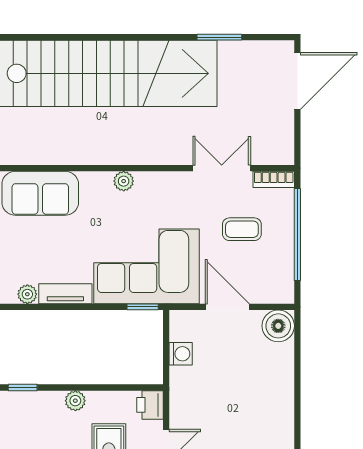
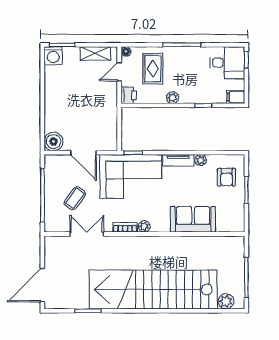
double door: (222, 168) -> (87, 234), swing flipped
bookcase: (274, 179) -> (125, 227), moved
coffee table: (242, 229) -> (75, 198), turned -54
washing machine: (181, 354) -> (111, 125), removed

